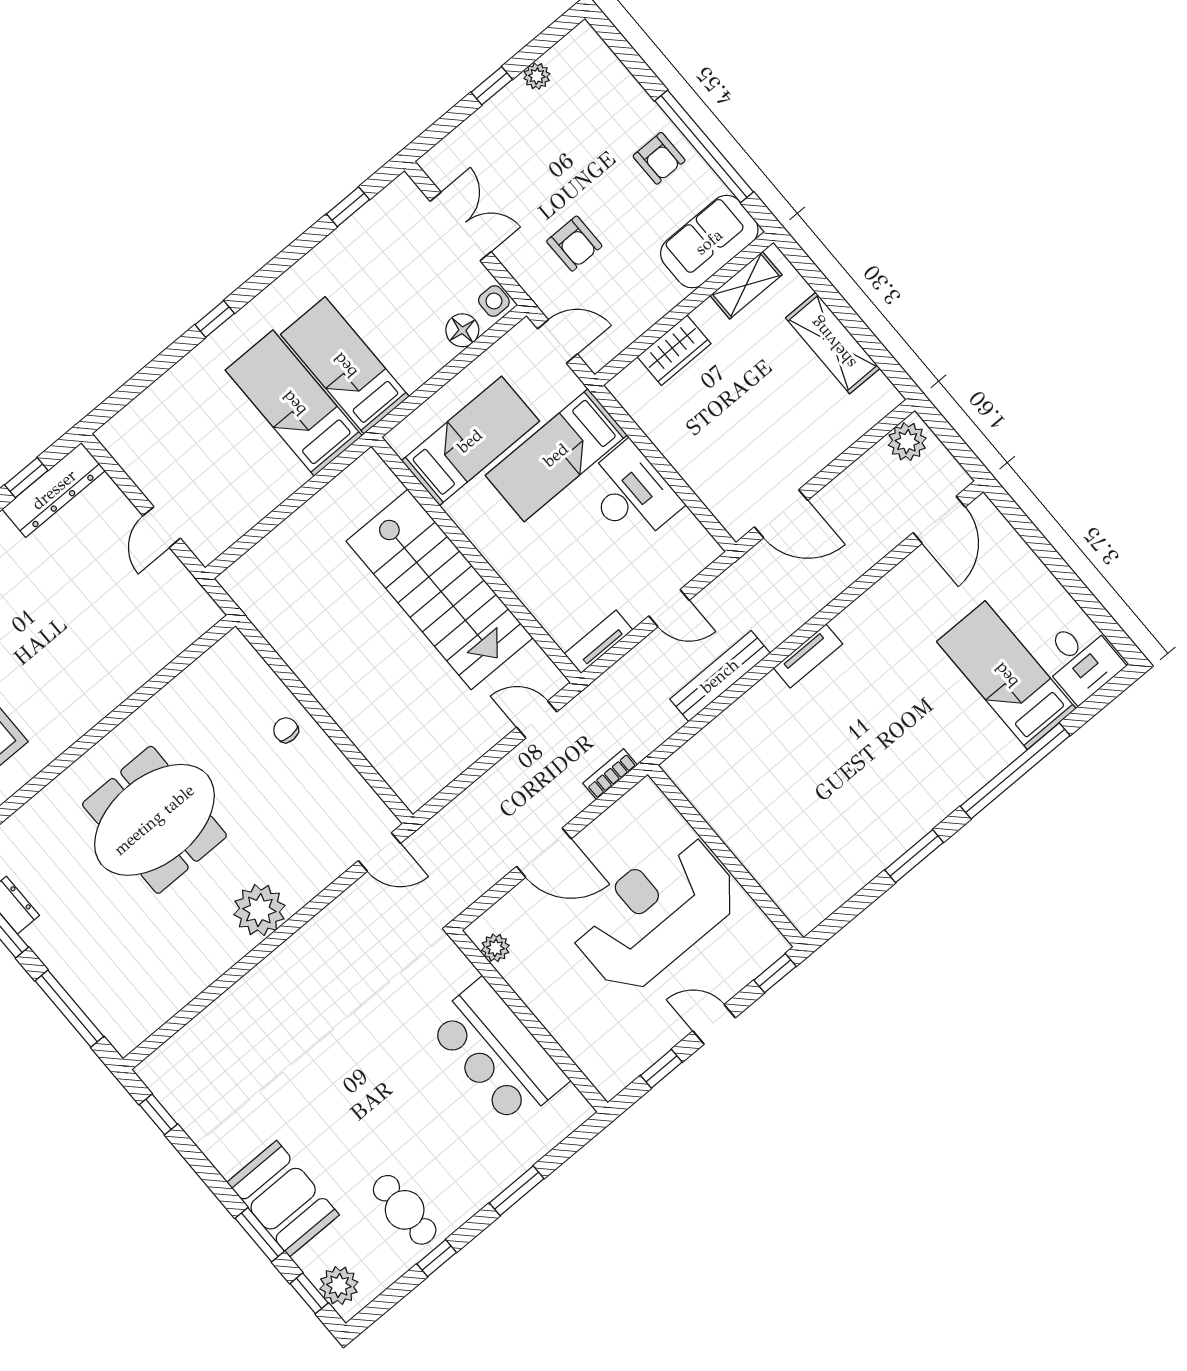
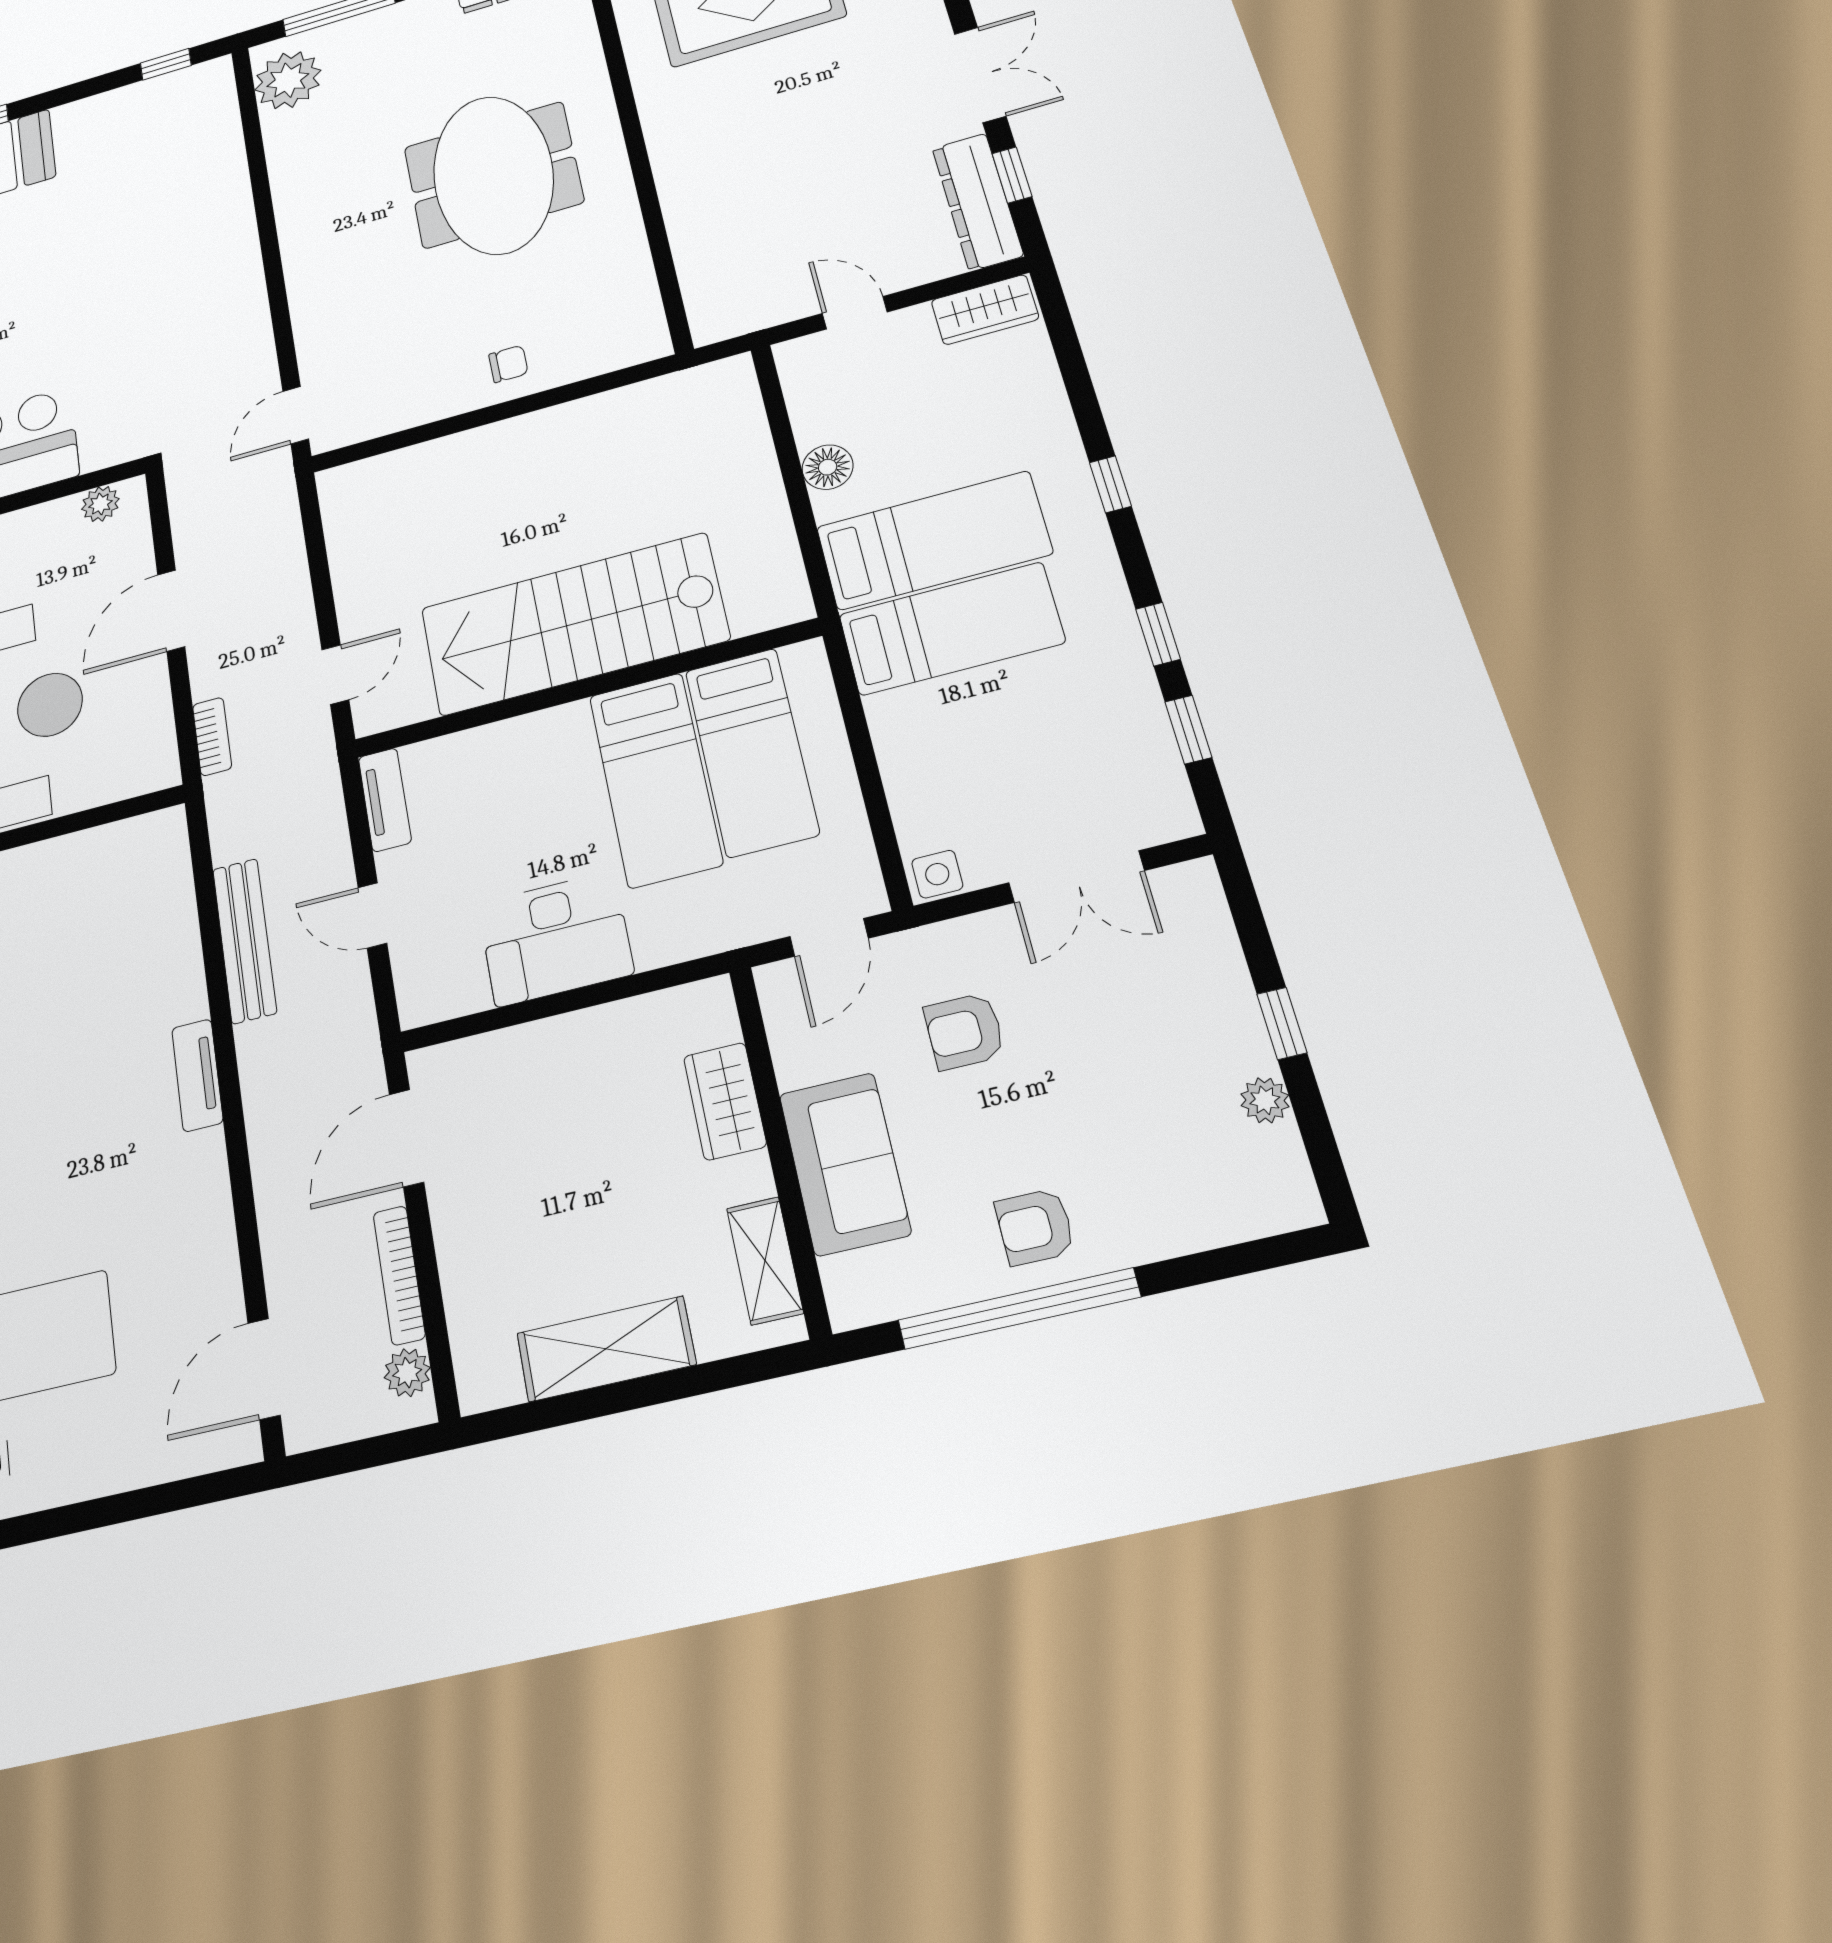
sofa: (709, 242) -> (845, 1164), moved
window: (298, 249) -> (1158, 634), added
floor lamp: (462, 330) -> (828, 467), moved
plant: (907, 442) -> (407, 1373), width x0.73, depth x0.73
wardrobe: (128, 448) -> (985, 310), added
bed: (556, 455) -> (655, 779), moved, turned 180
bookcase: (854, 475) -> (399, 1275), added
door: (939, 520) -> (264, 1369), hinge flipped
door: (669, 608) -> (372, 915), hinge flipped
plant: (259, 910) -> (288, 80), moved

